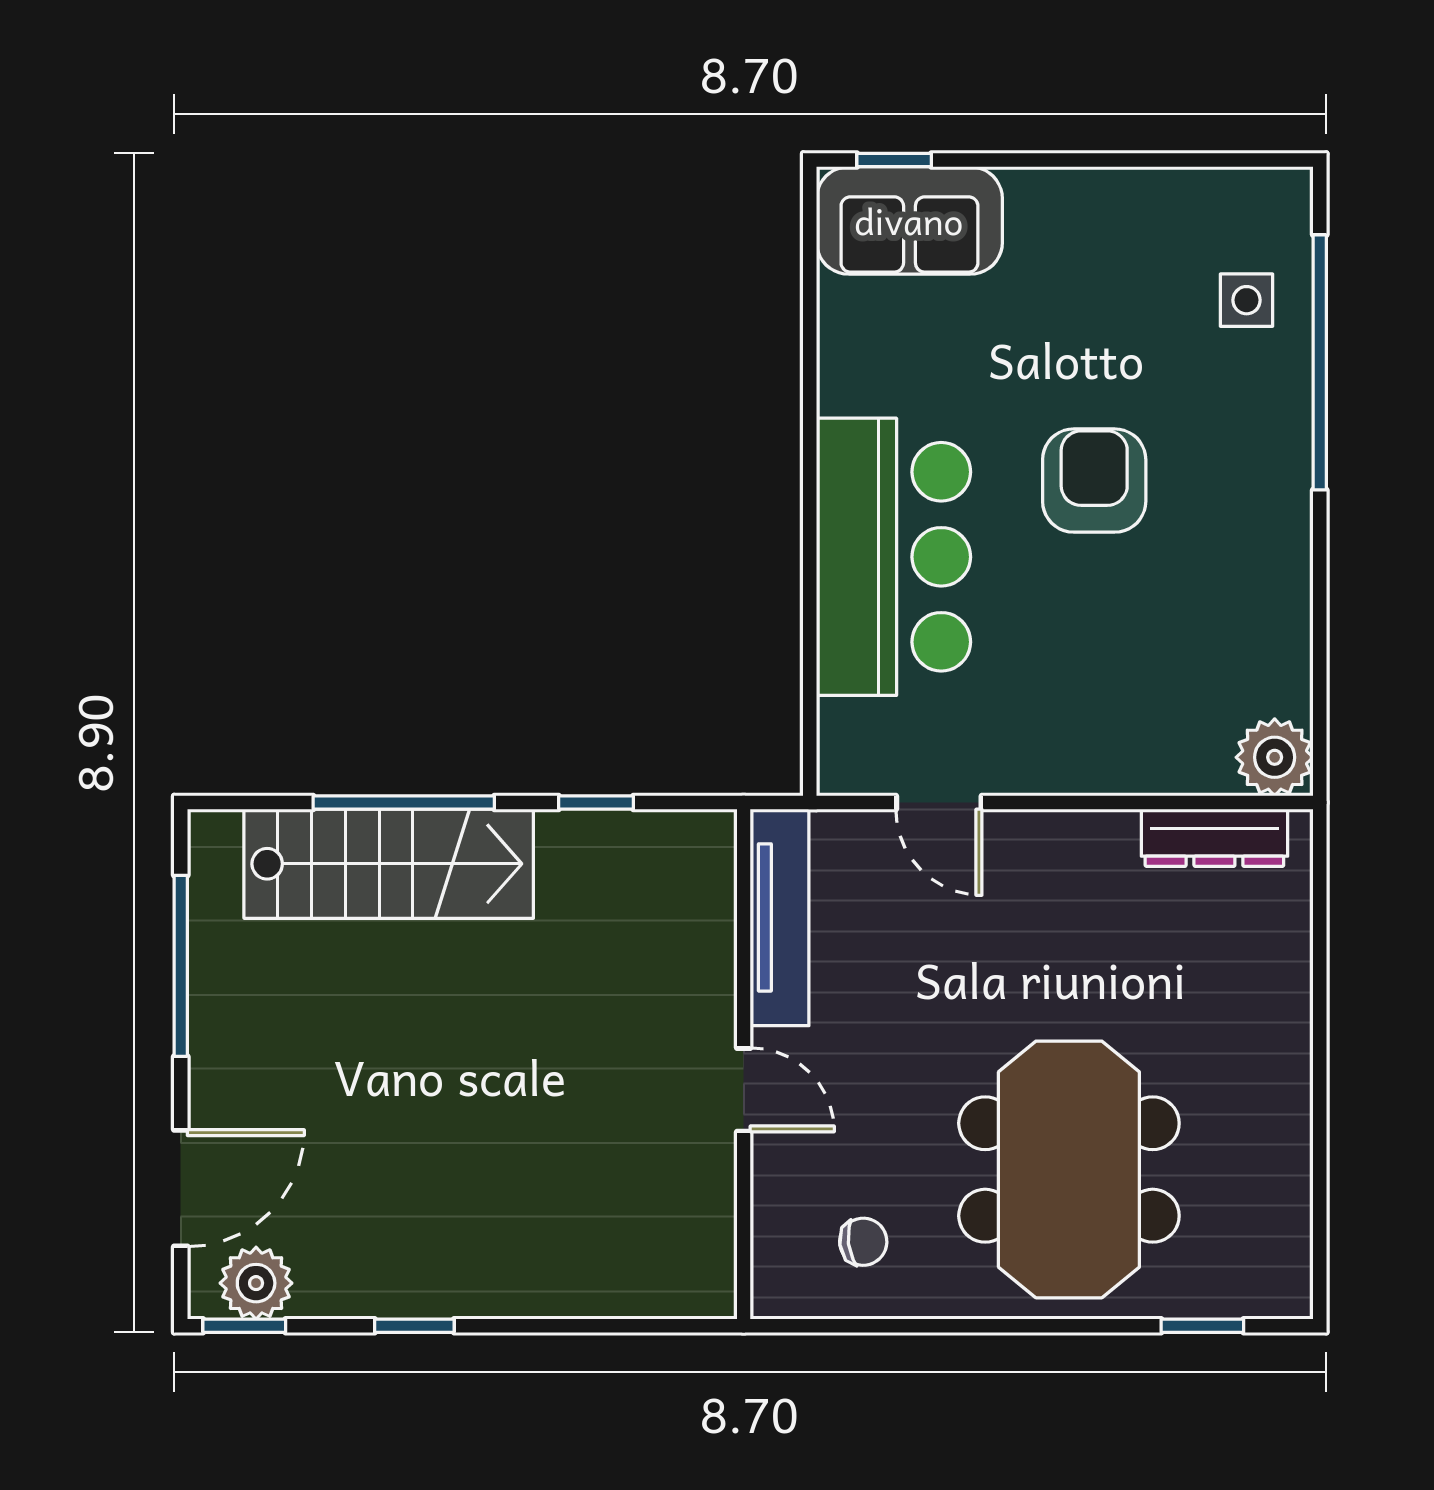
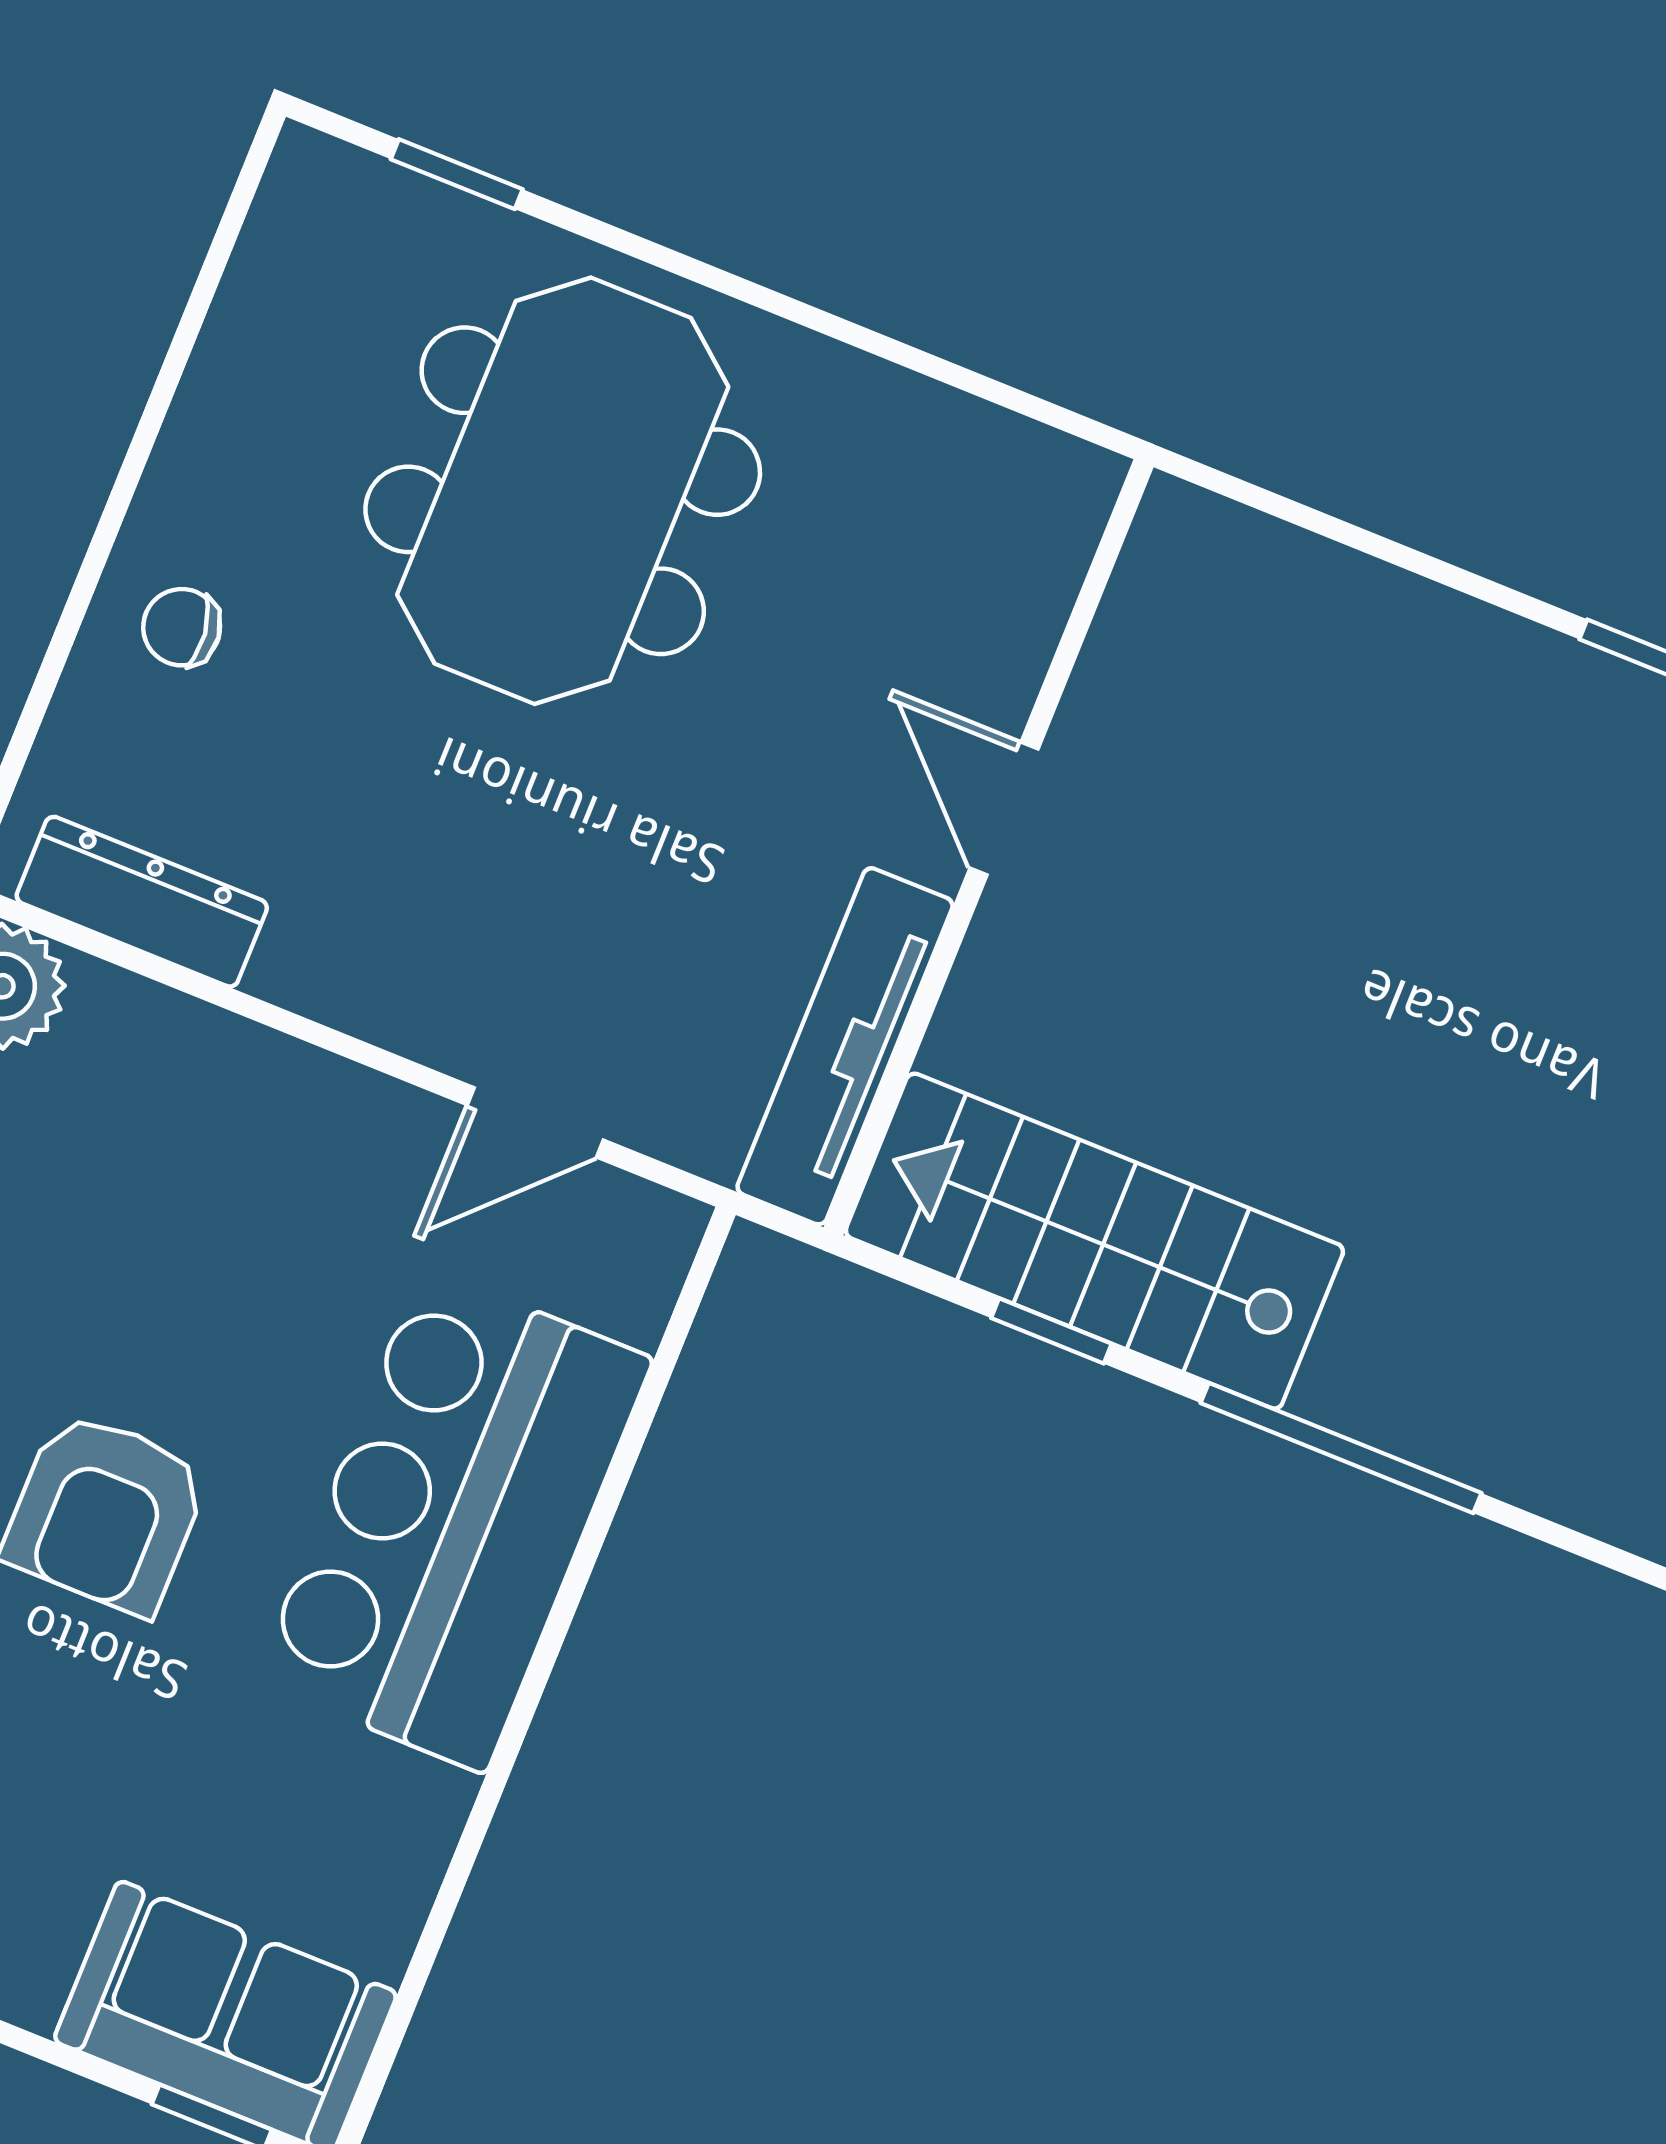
door: (939, 803) -> (535, 1122), swing flipped
stairs: (389, 864) -> (1094, 1241), moved
chair: (863, 1242) -> (182, 627), moved

